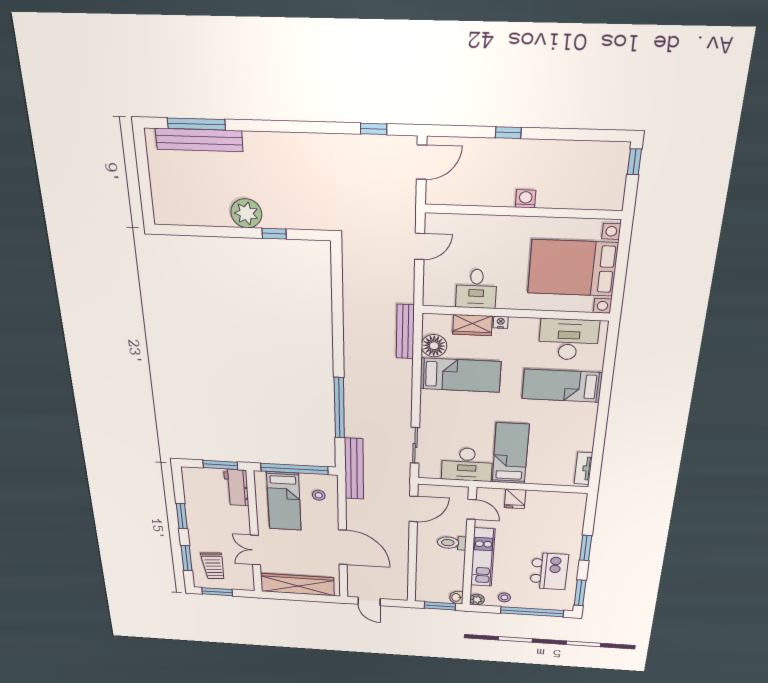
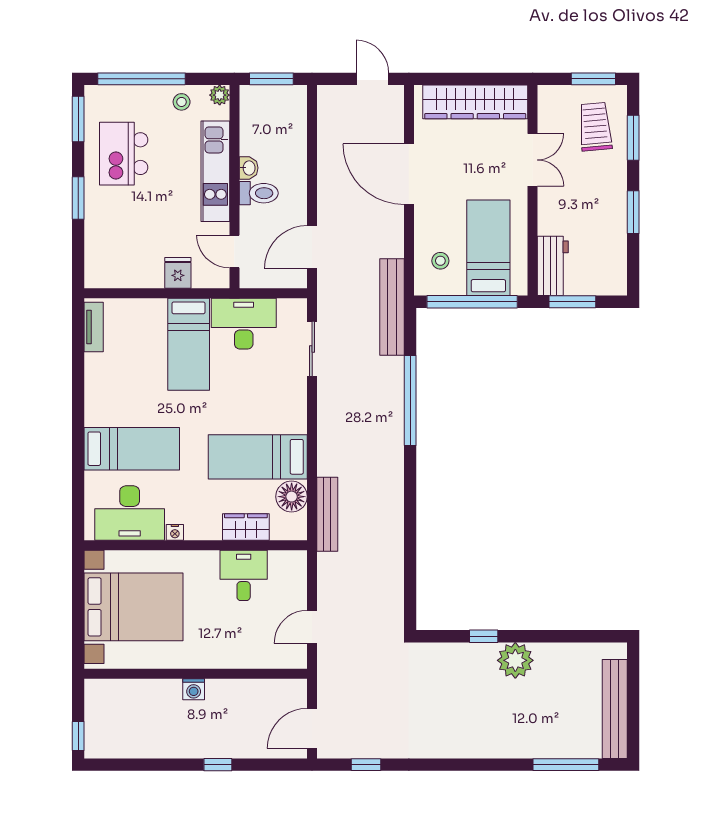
bench: (199, 140) -> (615, 709), moved, turned 90
nightstand: (501, 322) -> (175, 532), moved
washbasin: (456, 597) -> (249, 168), moved

